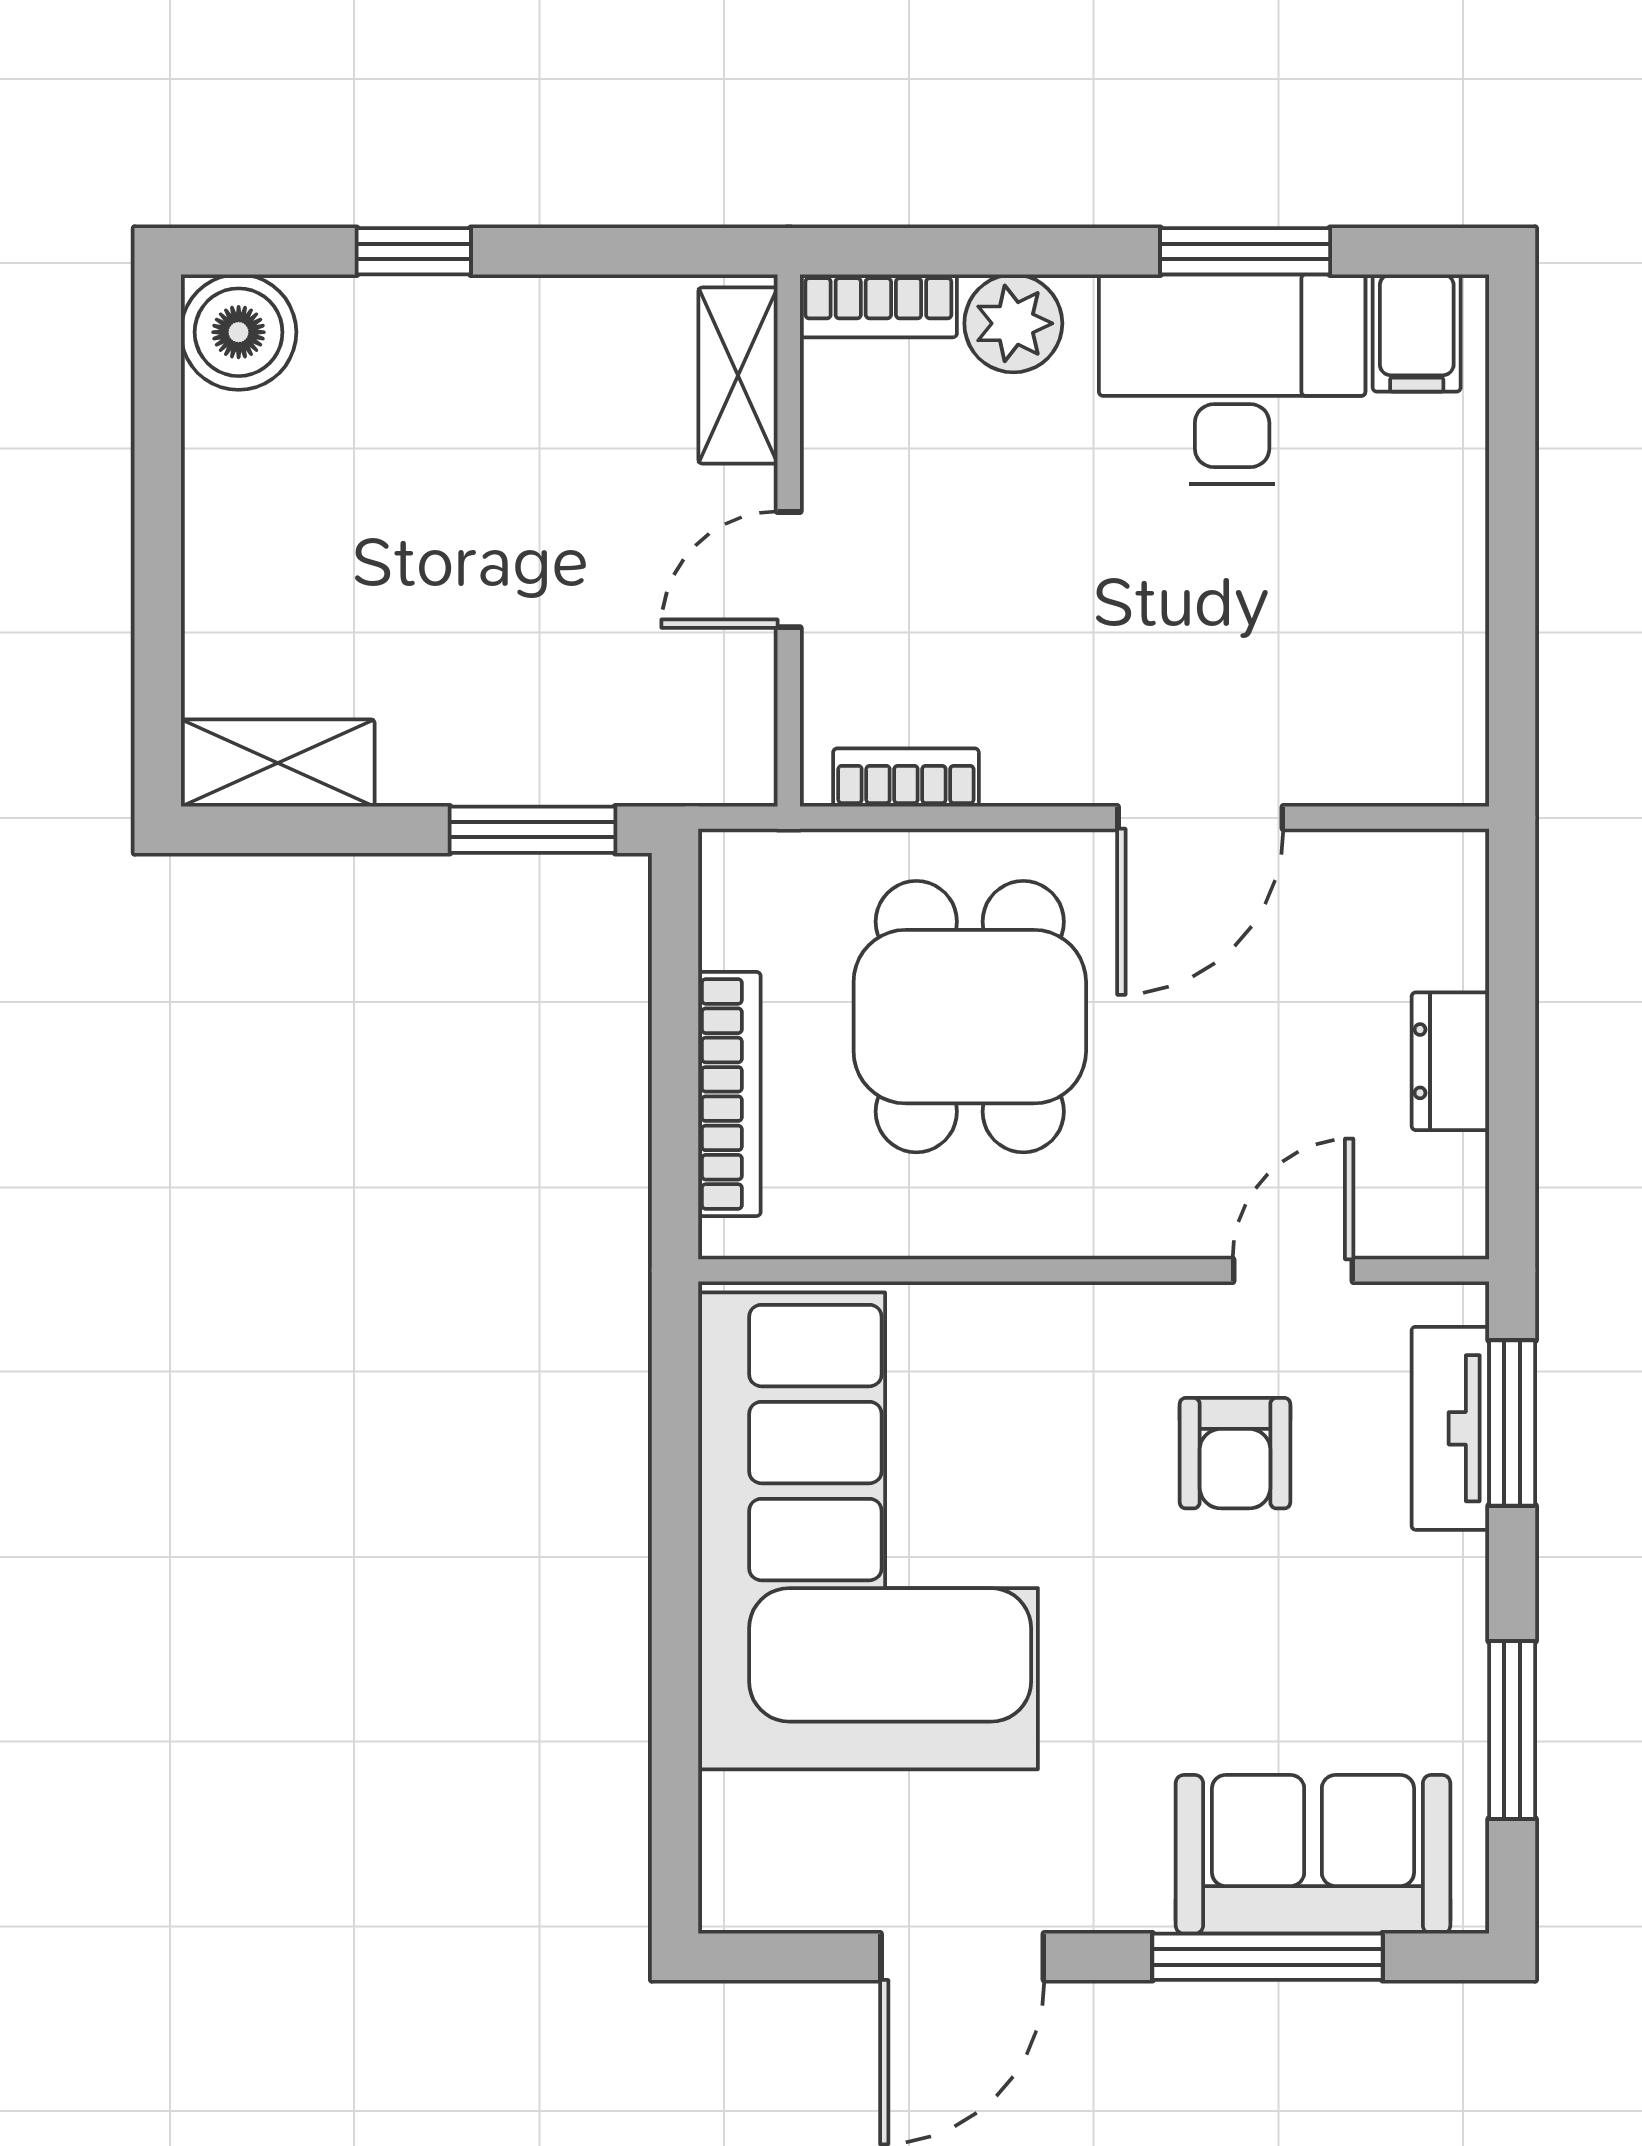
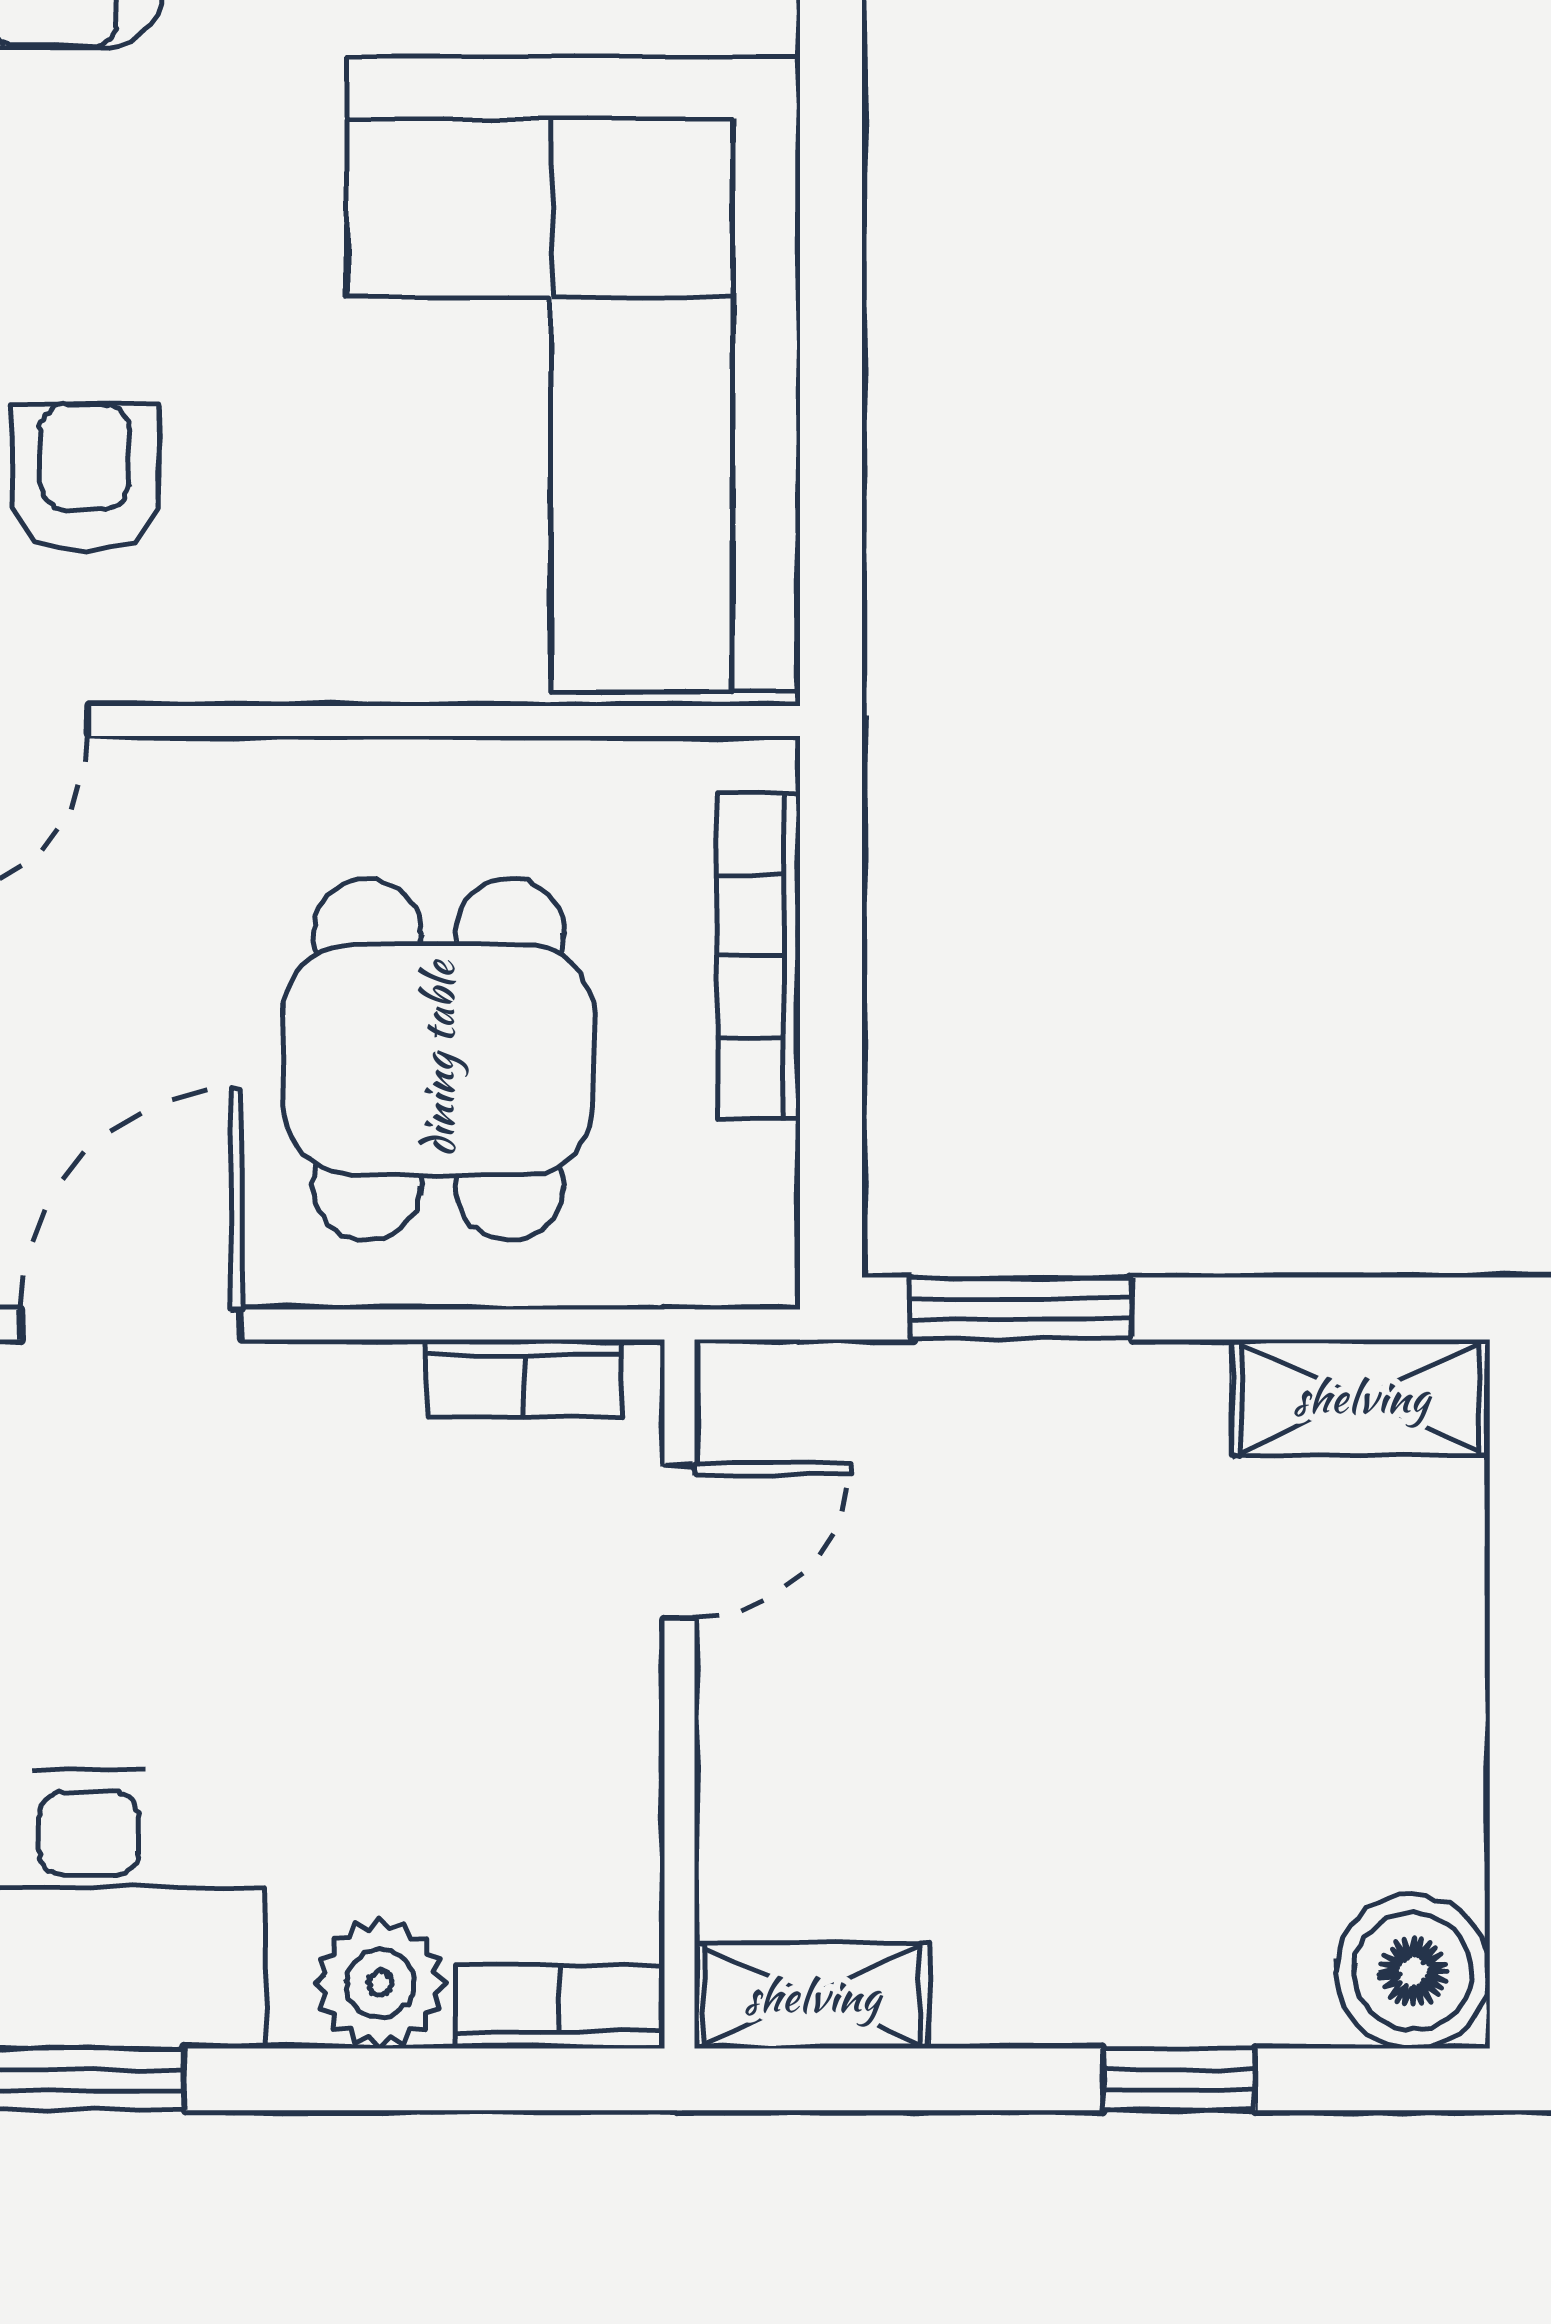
shelving: (738, 376) -> (812, 1996), moved, turned 90
door: (789, 570) -> (680, 1541), moved

